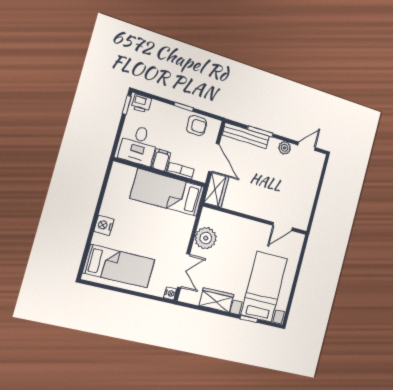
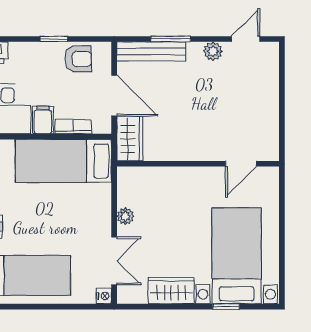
plant: (206, 238) -> (125, 216), width x0.53, depth x0.53

